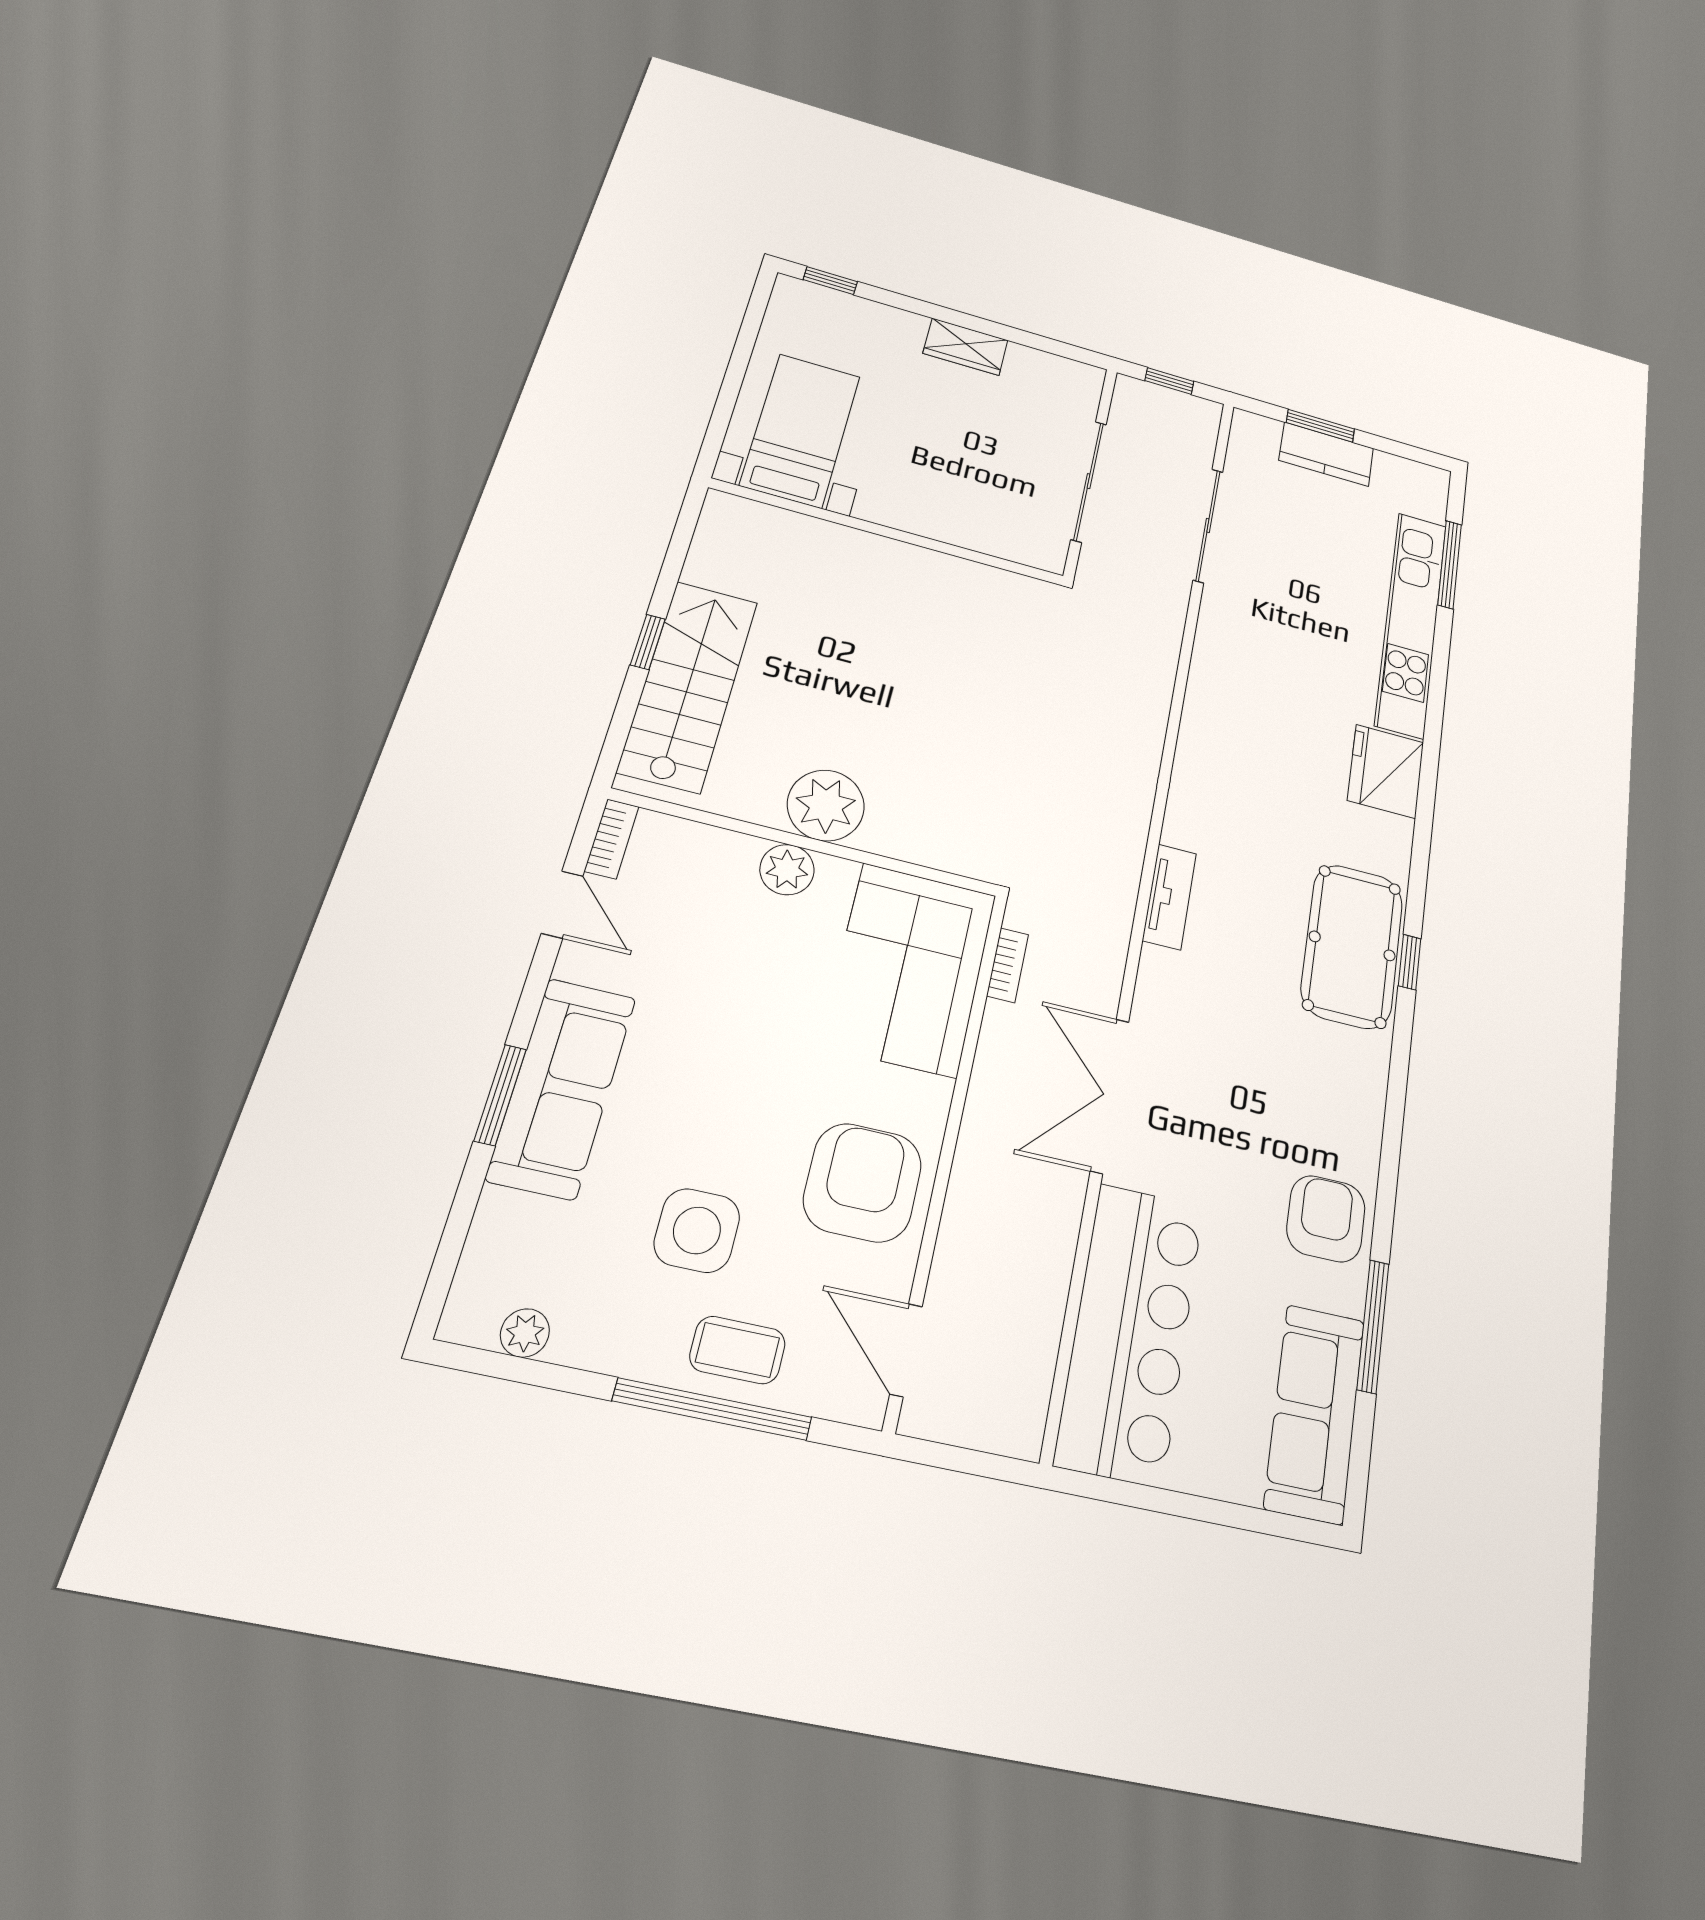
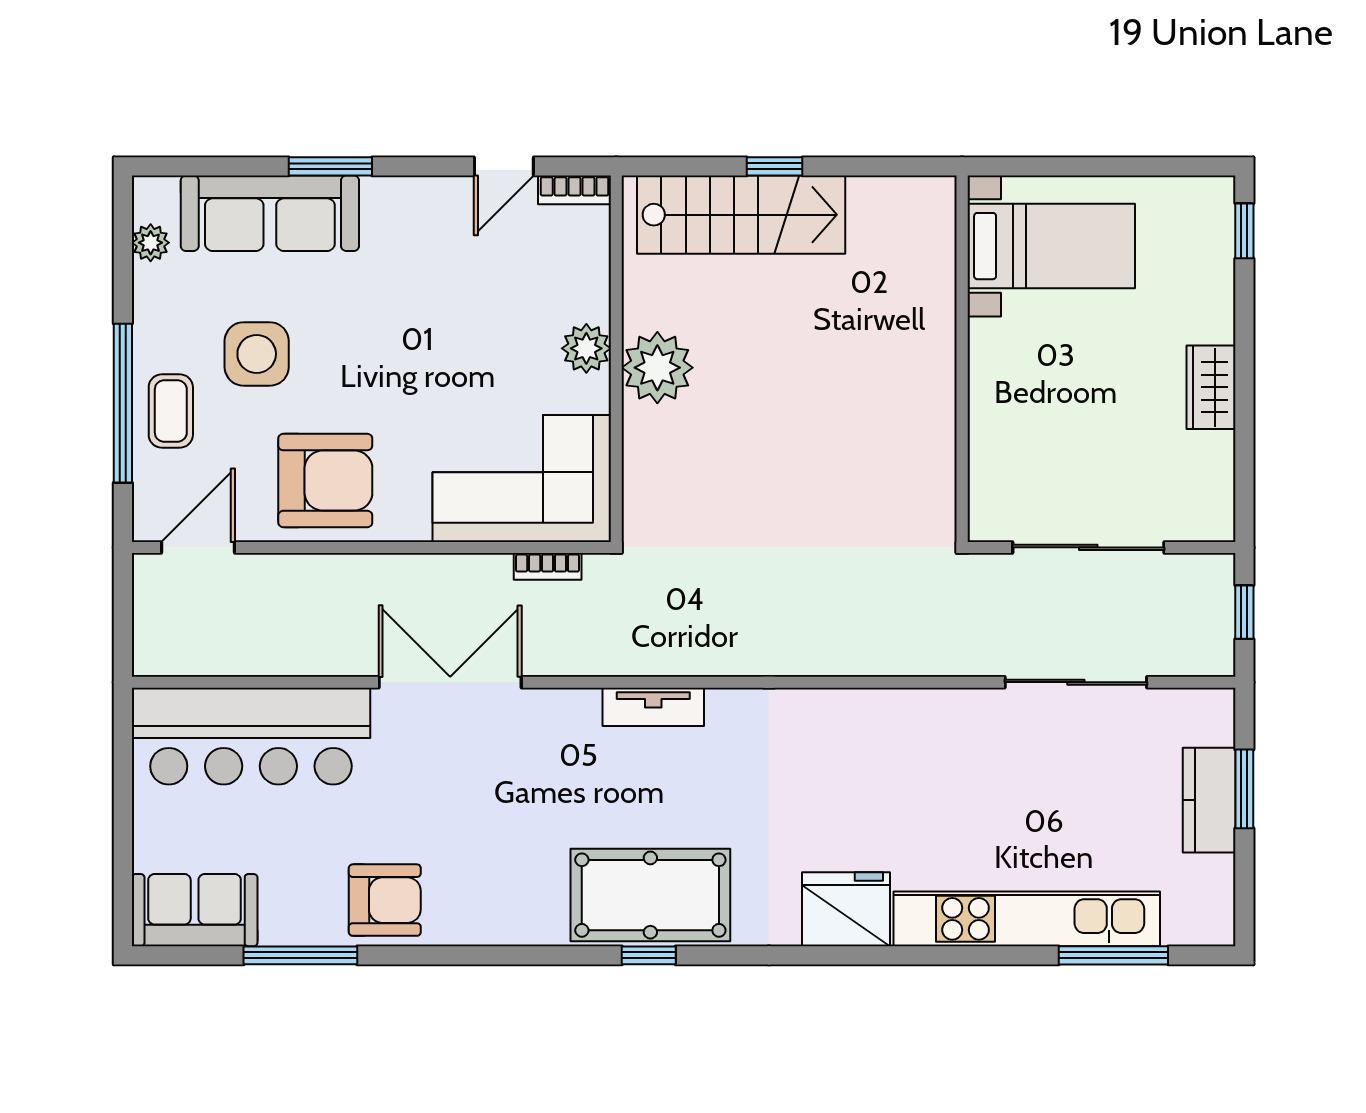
sofa: (562, 1087) -> (270, 213), moved
sofa: (1315, 1413) -> (195, 910), width x0.73

